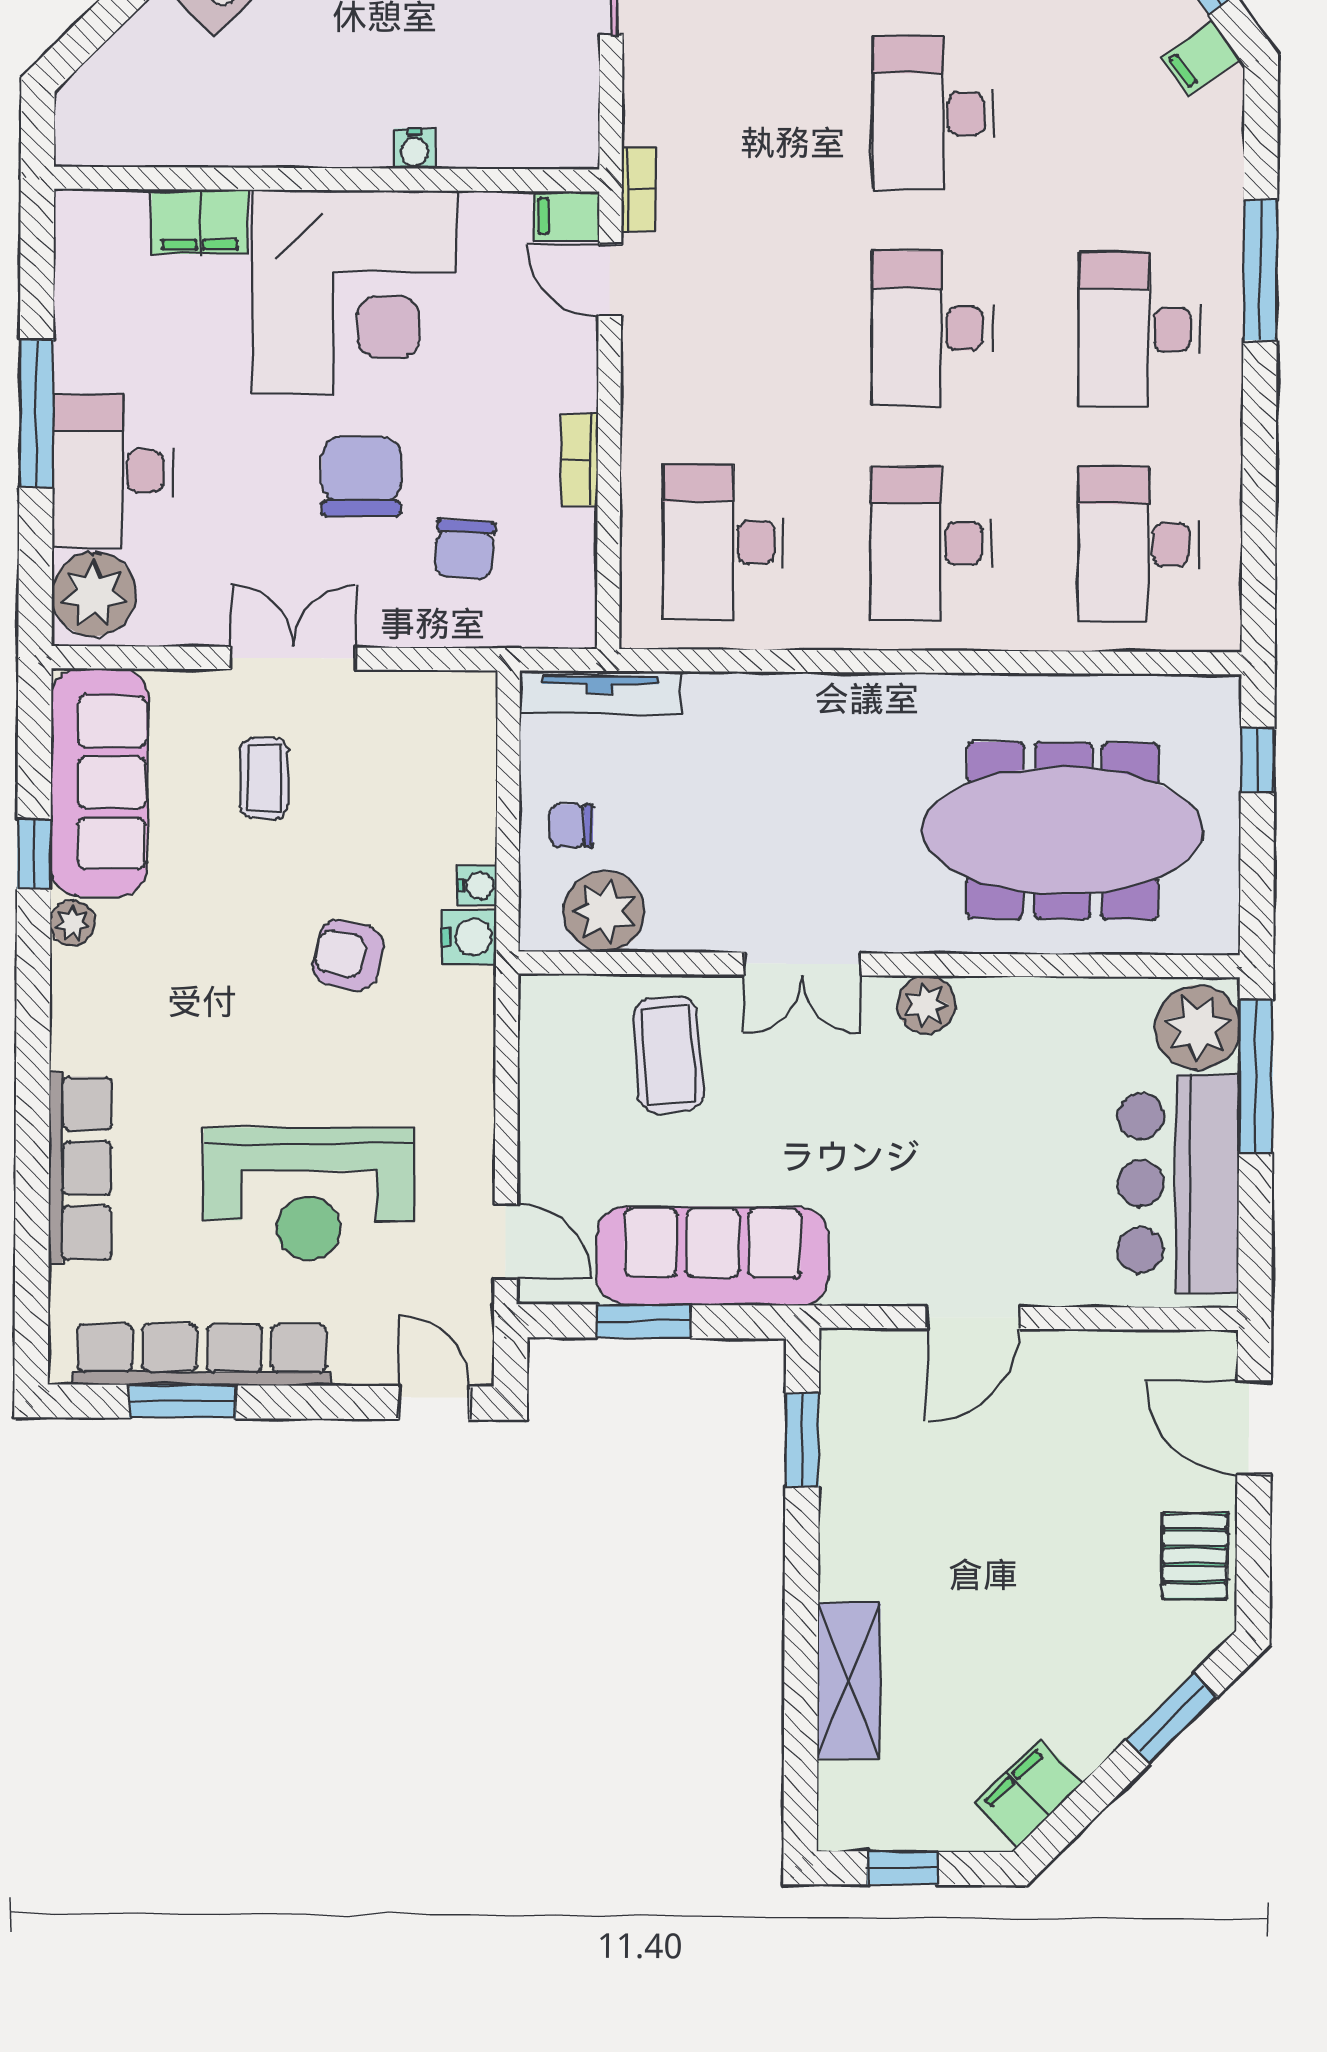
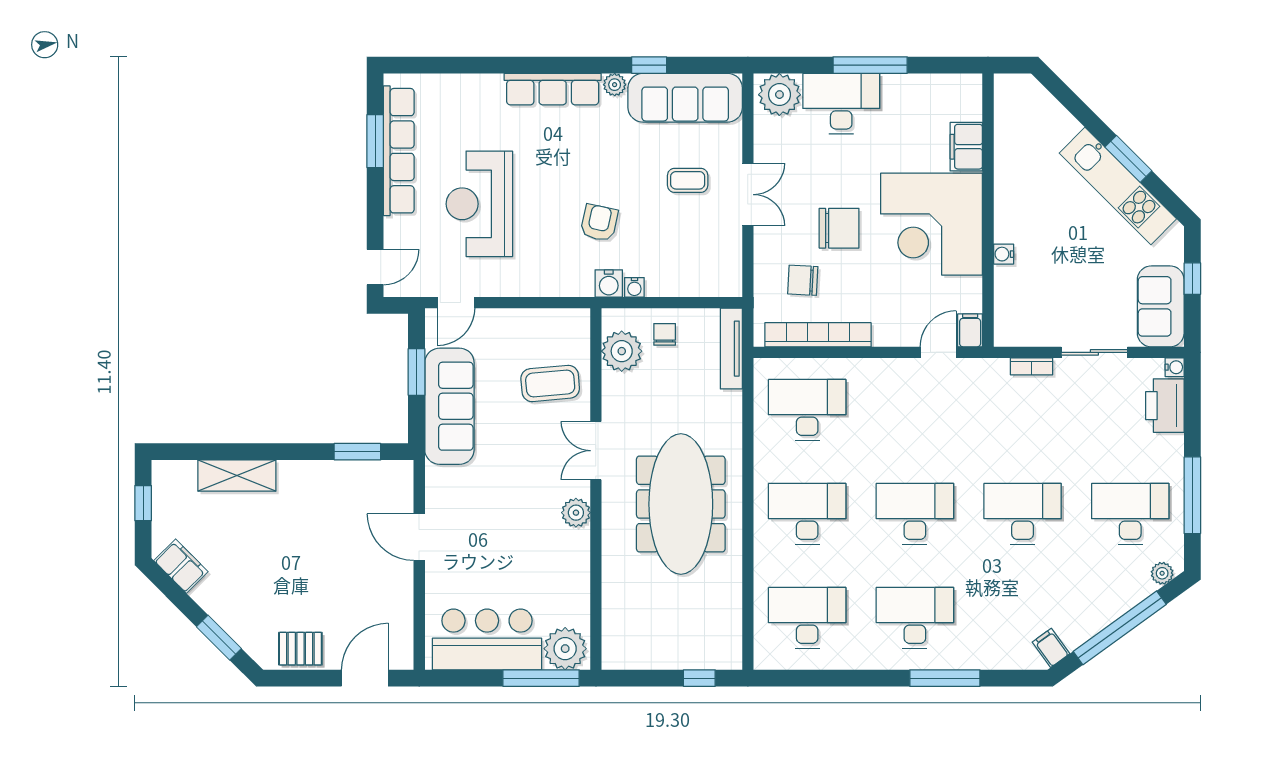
bookcase: (638, 190) -> (1032, 366), moved
bookcase: (580, 460) -> (818, 335), width x2.31, depth x1.31
meeting table: (1063, 831) -> (681, 504), moved
row of seats: (80, 1168) -> (553, 89), moved

